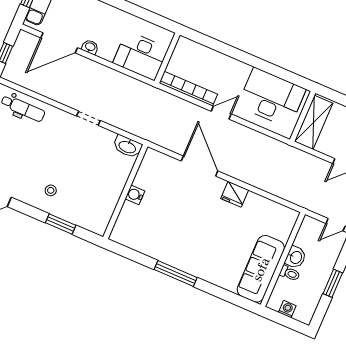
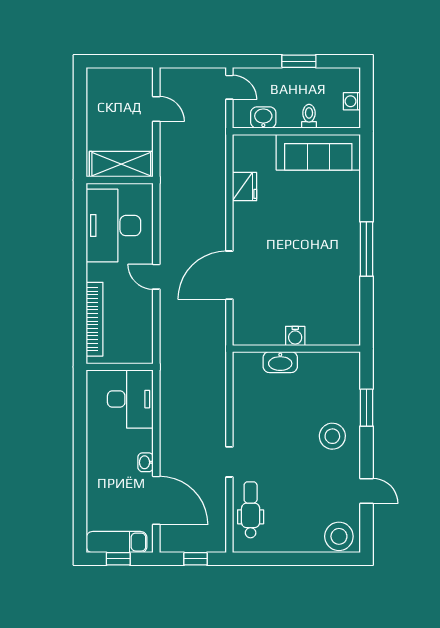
bookcase: (188, 89) -> (95, 319), moved, turned 180
doorway: (88, 118) -> (229, 462), moved
washbasin: (127, 147) -> (280, 362), moved, turned 90
stool: (51, 190) -> (332, 436), width x1.89, depth x1.89
fridge: (235, 194) -> (245, 187), moved
washbasin: (296, 257) -> (263, 118), moved

